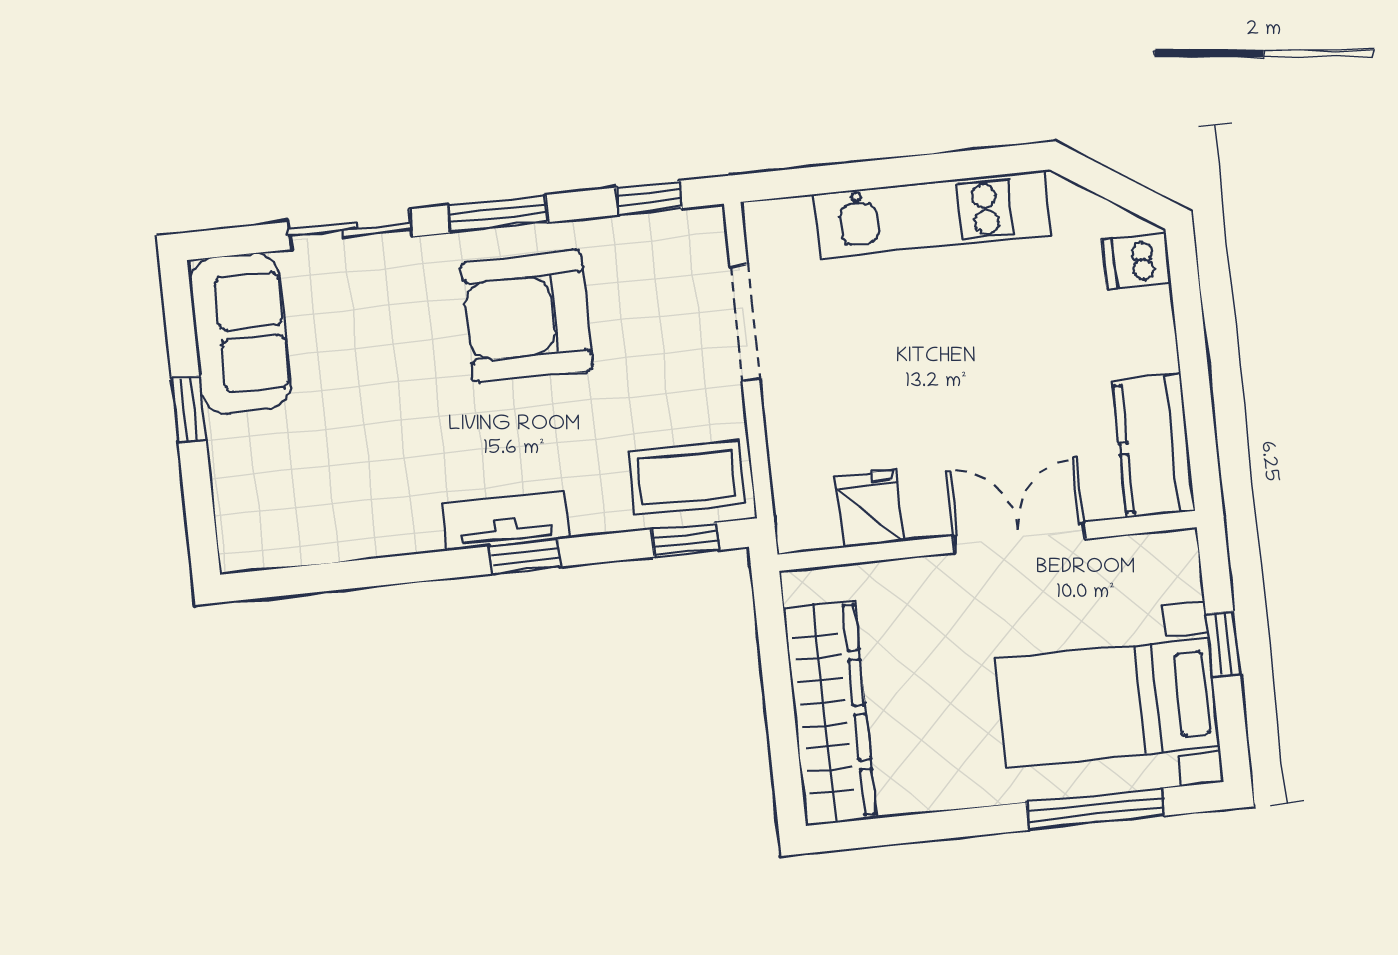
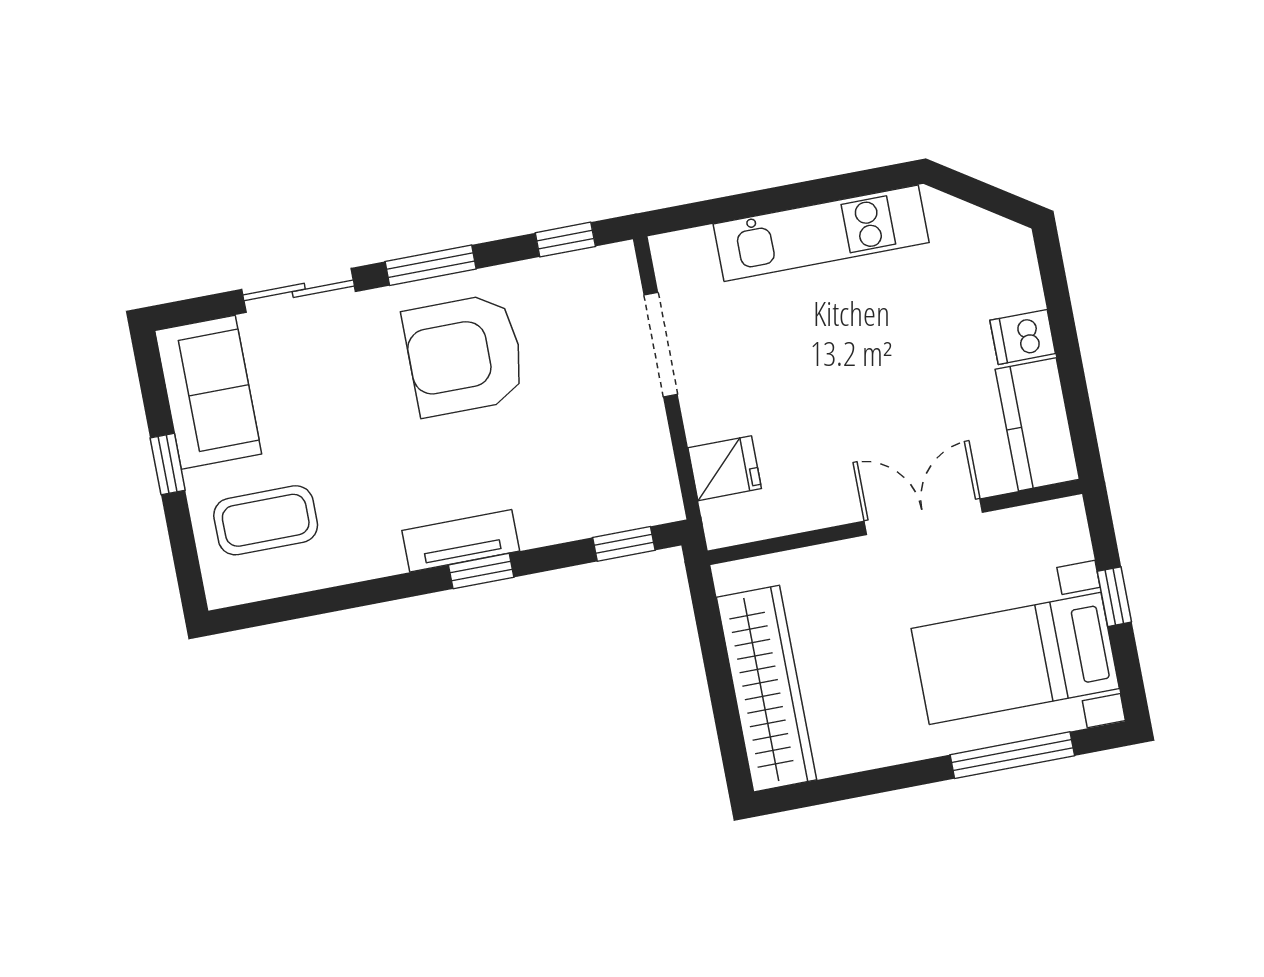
dishwasher: (1136, 261) -> (1023, 337), moved
coffee table: (686, 478) -> (266, 520), moved
fridge: (870, 509) -> (725, 468), moved, turned 90

